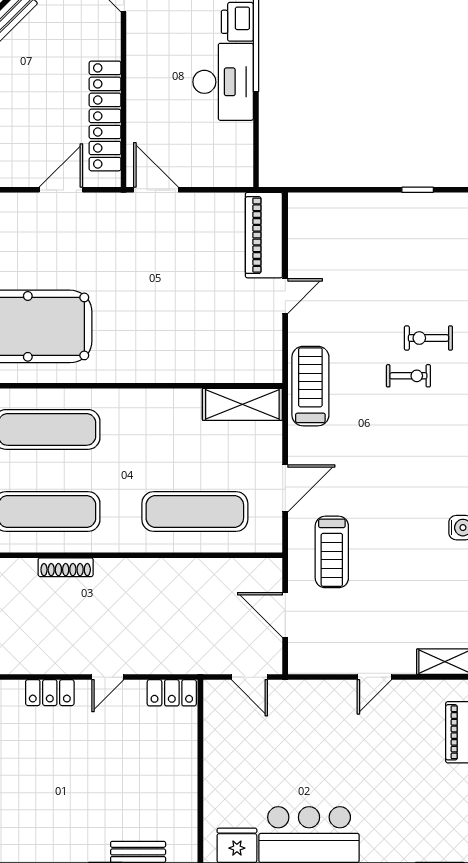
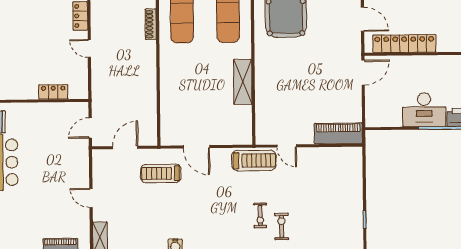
door: (285, 296) -> (287, 146), moved
shelving: (242, 404) -> (243, 82), moved
exercise mat: (195, 512) -> (183, 96), removed
locker: (172, 693) -> (53, 92), moved, turned 90

